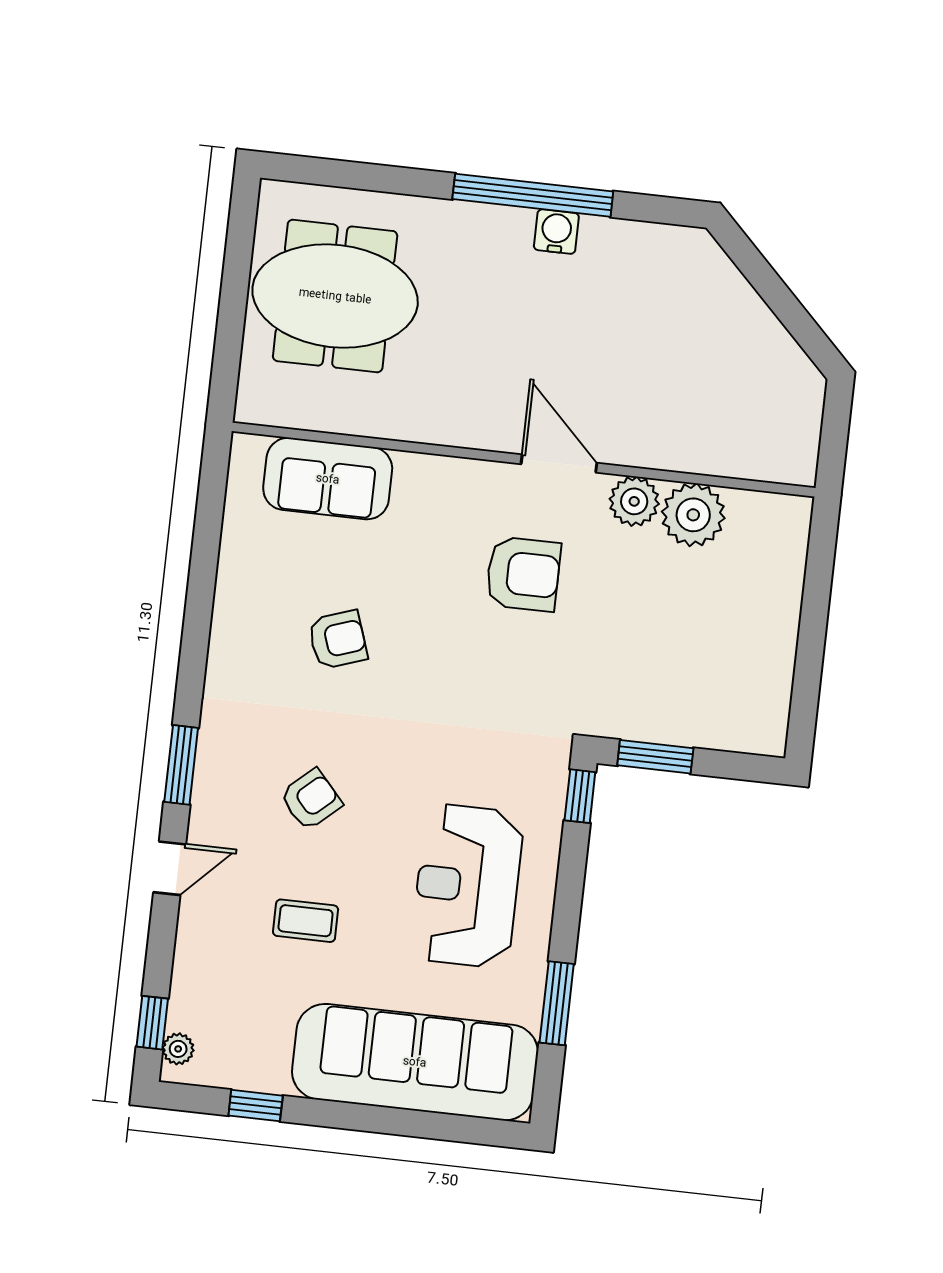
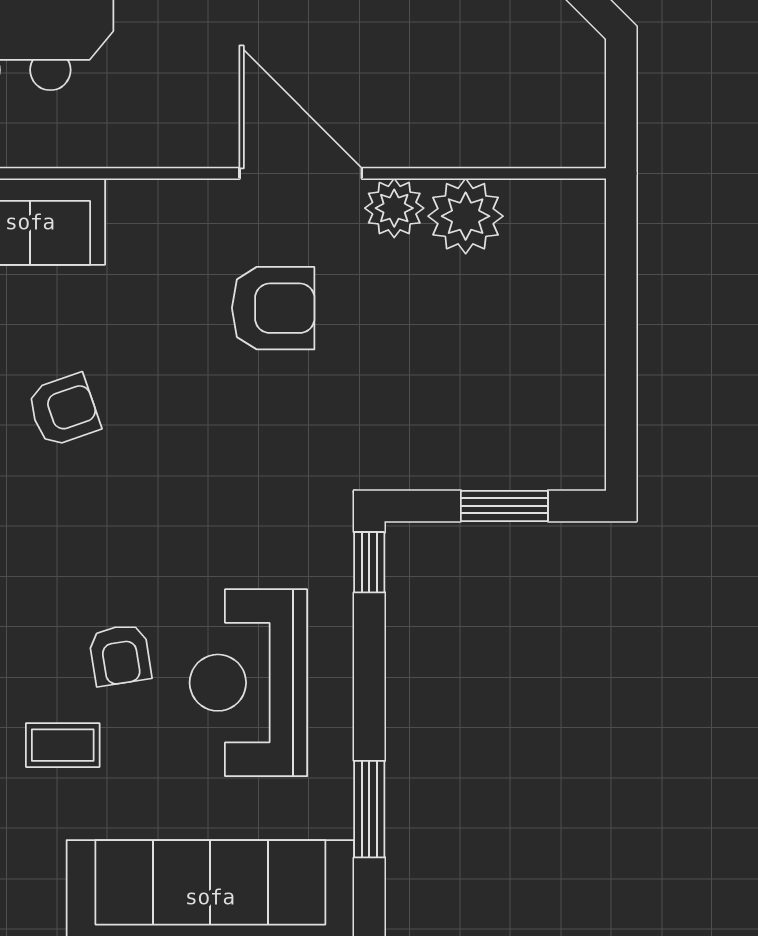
door: (559, 464) -> (301, 173), width x1.36
window: (655, 757) -> (504, 506), moved
armchair: (311, 800) -> (120, 655), moved, turned 123

